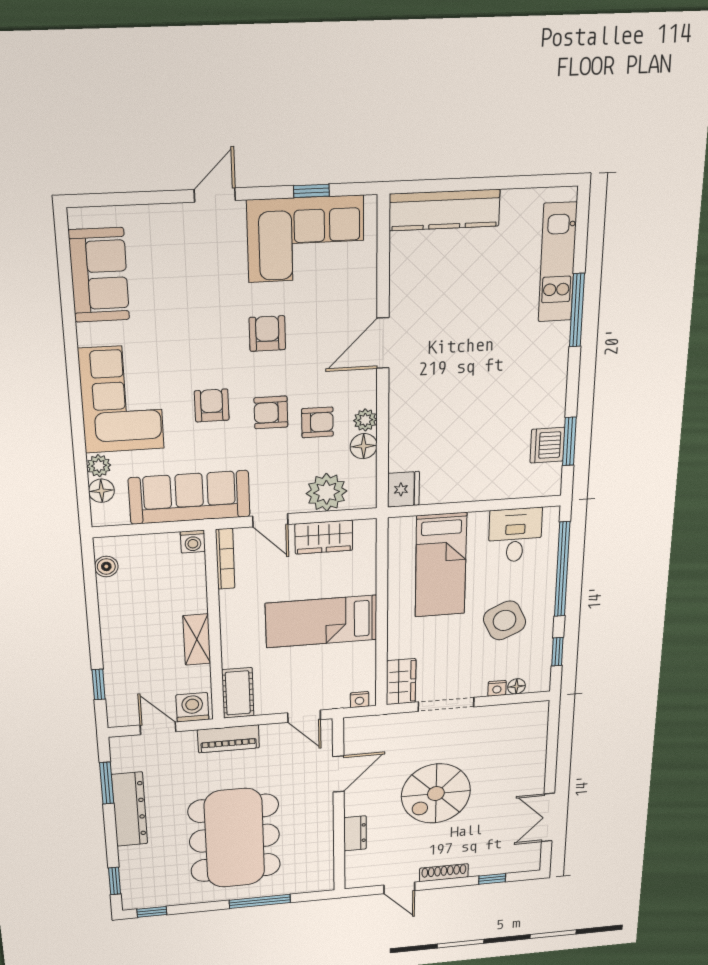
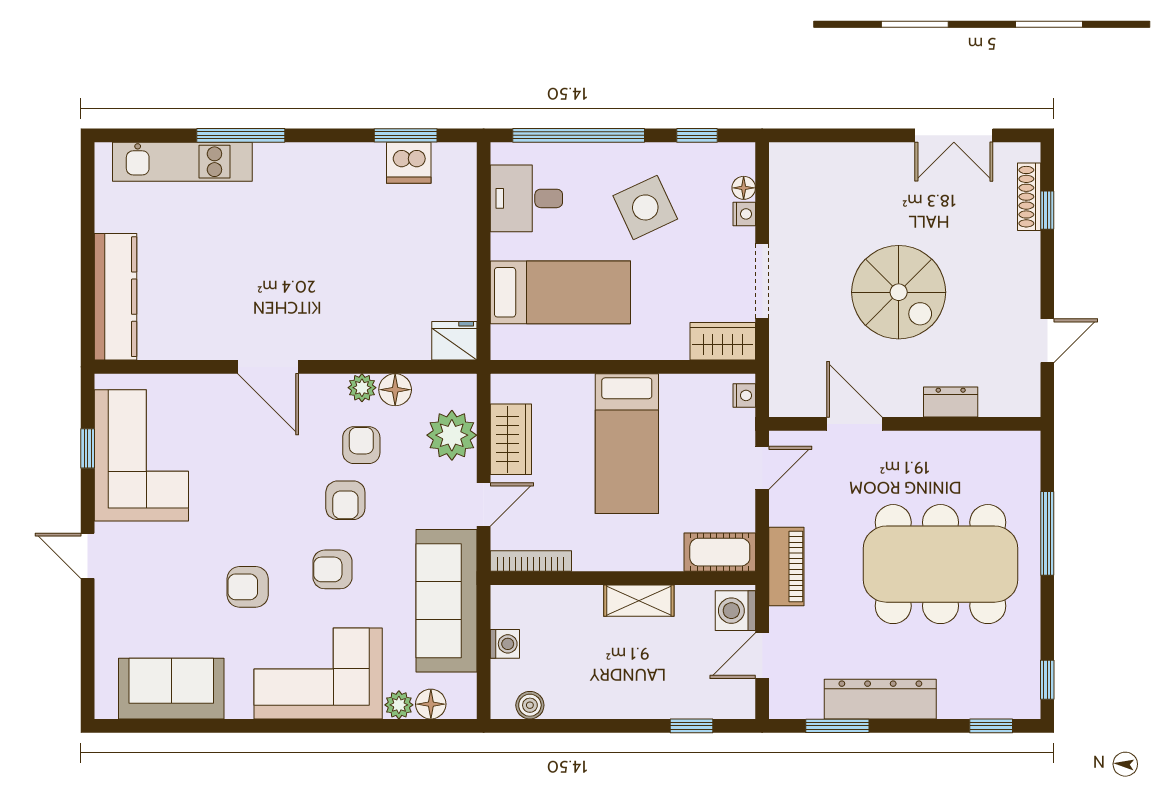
armchair: (267, 334) -> (248, 587), moved
washing machine: (193, 542) -> (505, 644), moved
shoe rack: (444, 873) -> (1029, 197), moved

